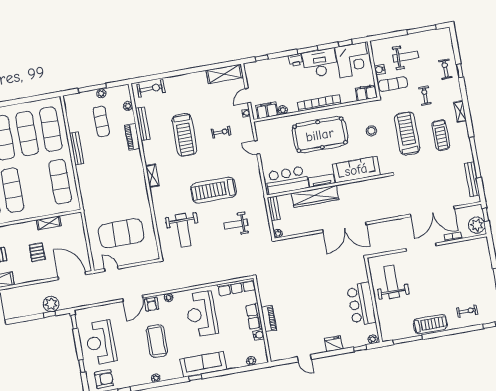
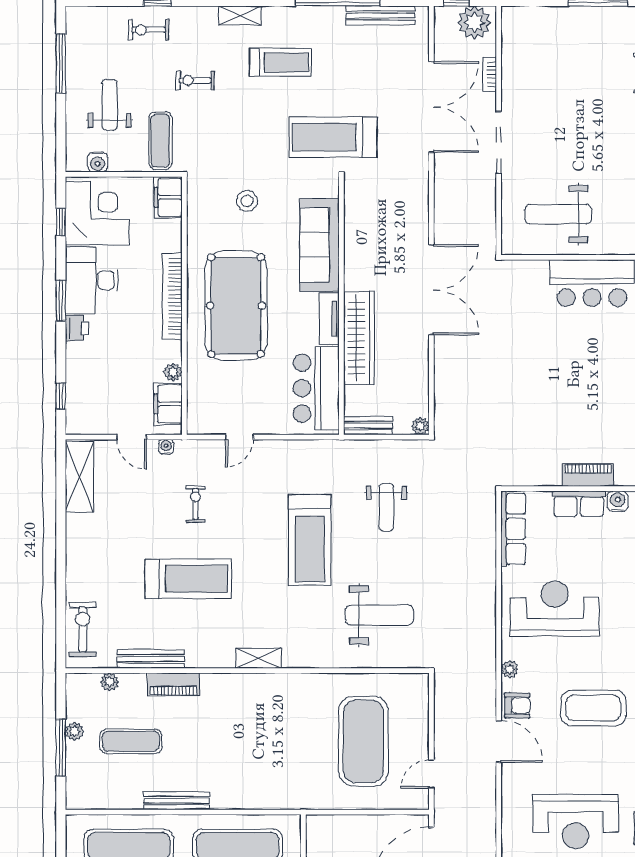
water cooler: (380, 69) -> (98, 162), moved
treadmill: (407, 134) -> (333, 137), moved
reception desk: (201, 314) -> (555, 609), turned 180

